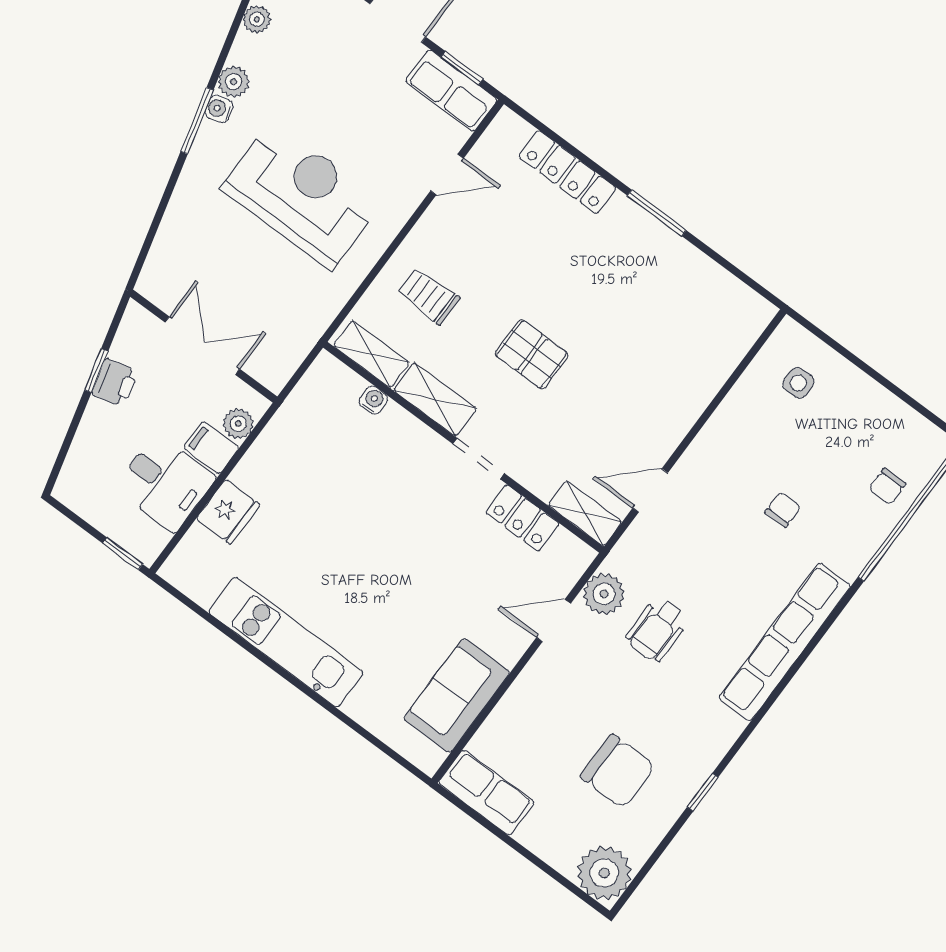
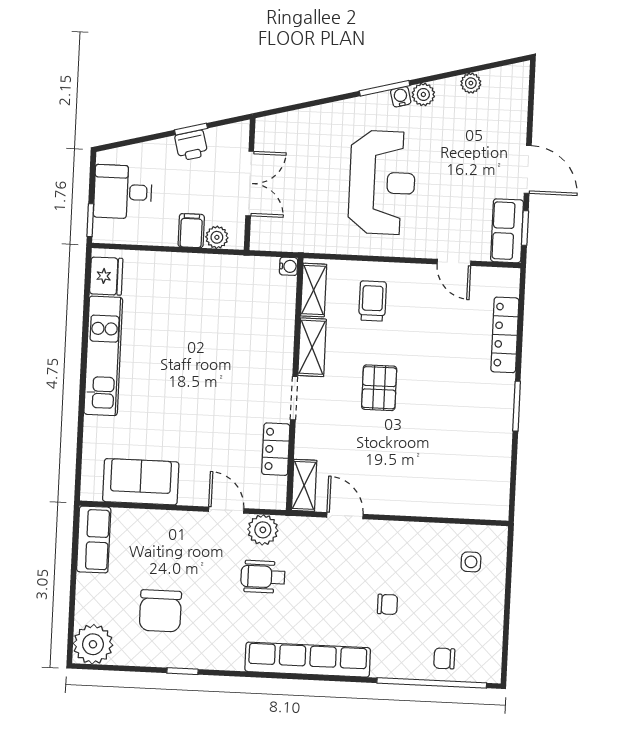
water cooler: (373, 400) -> (289, 266), moved
desk: (165, 483) -> (123, 192), moved, turned 90
fridge: (228, 512) -> (106, 276), moved, turned -90

